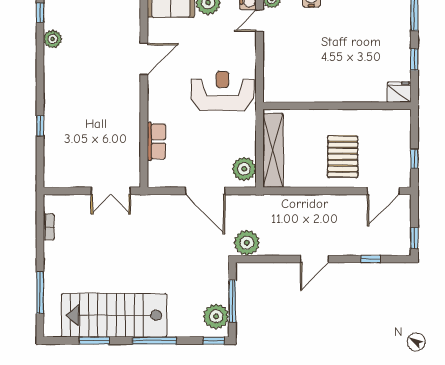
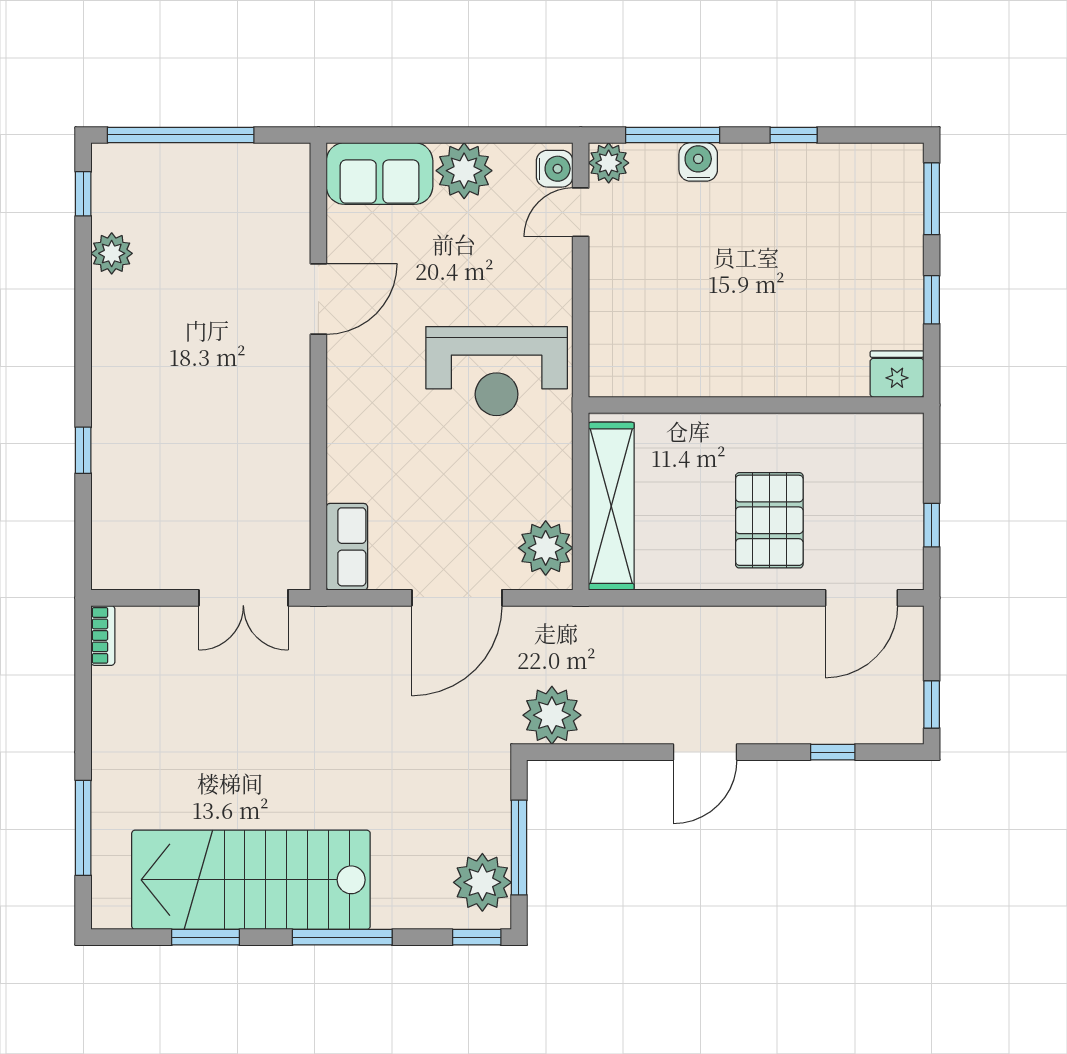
reception desk: (222, 91) -> (497, 371), turned 180
row of seats: (156, 141) -> (347, 547), moved
door: (205, 191) -> (457, 598), hinge flipped
bookcase: (49, 227) -> (103, 635), moved

